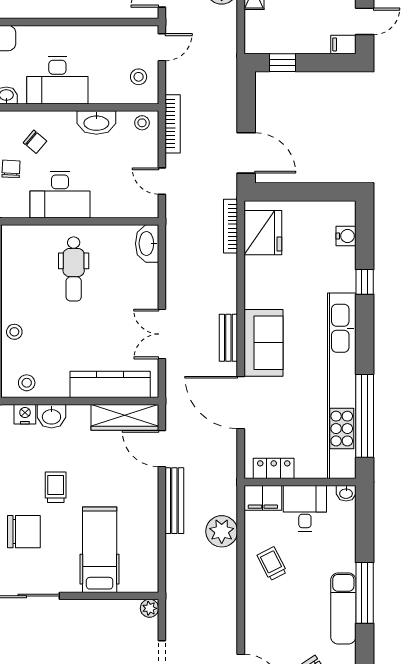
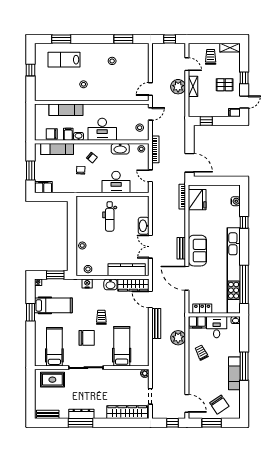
desk: (60, 195) -> (116, 182), moved
washbasin: (147, 244) -> (144, 226), moved
washbasin: (51, 416) -> (110, 284), moved

